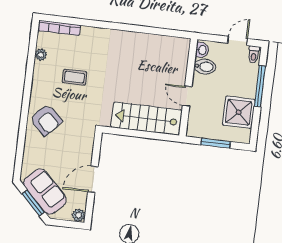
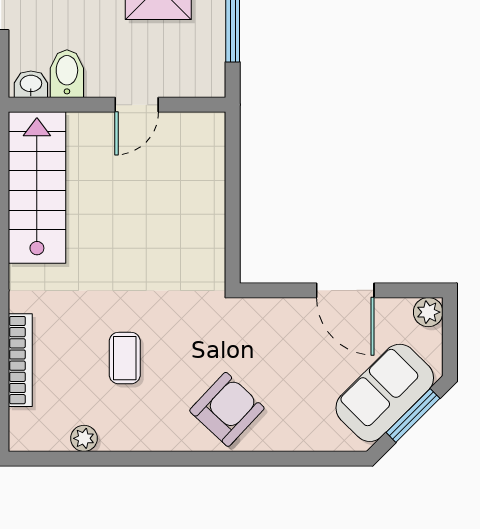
bookcase: (59, 28) -> (20, 360), moved
stairs: (146, 119) -> (37, 187), moved, turned 180

